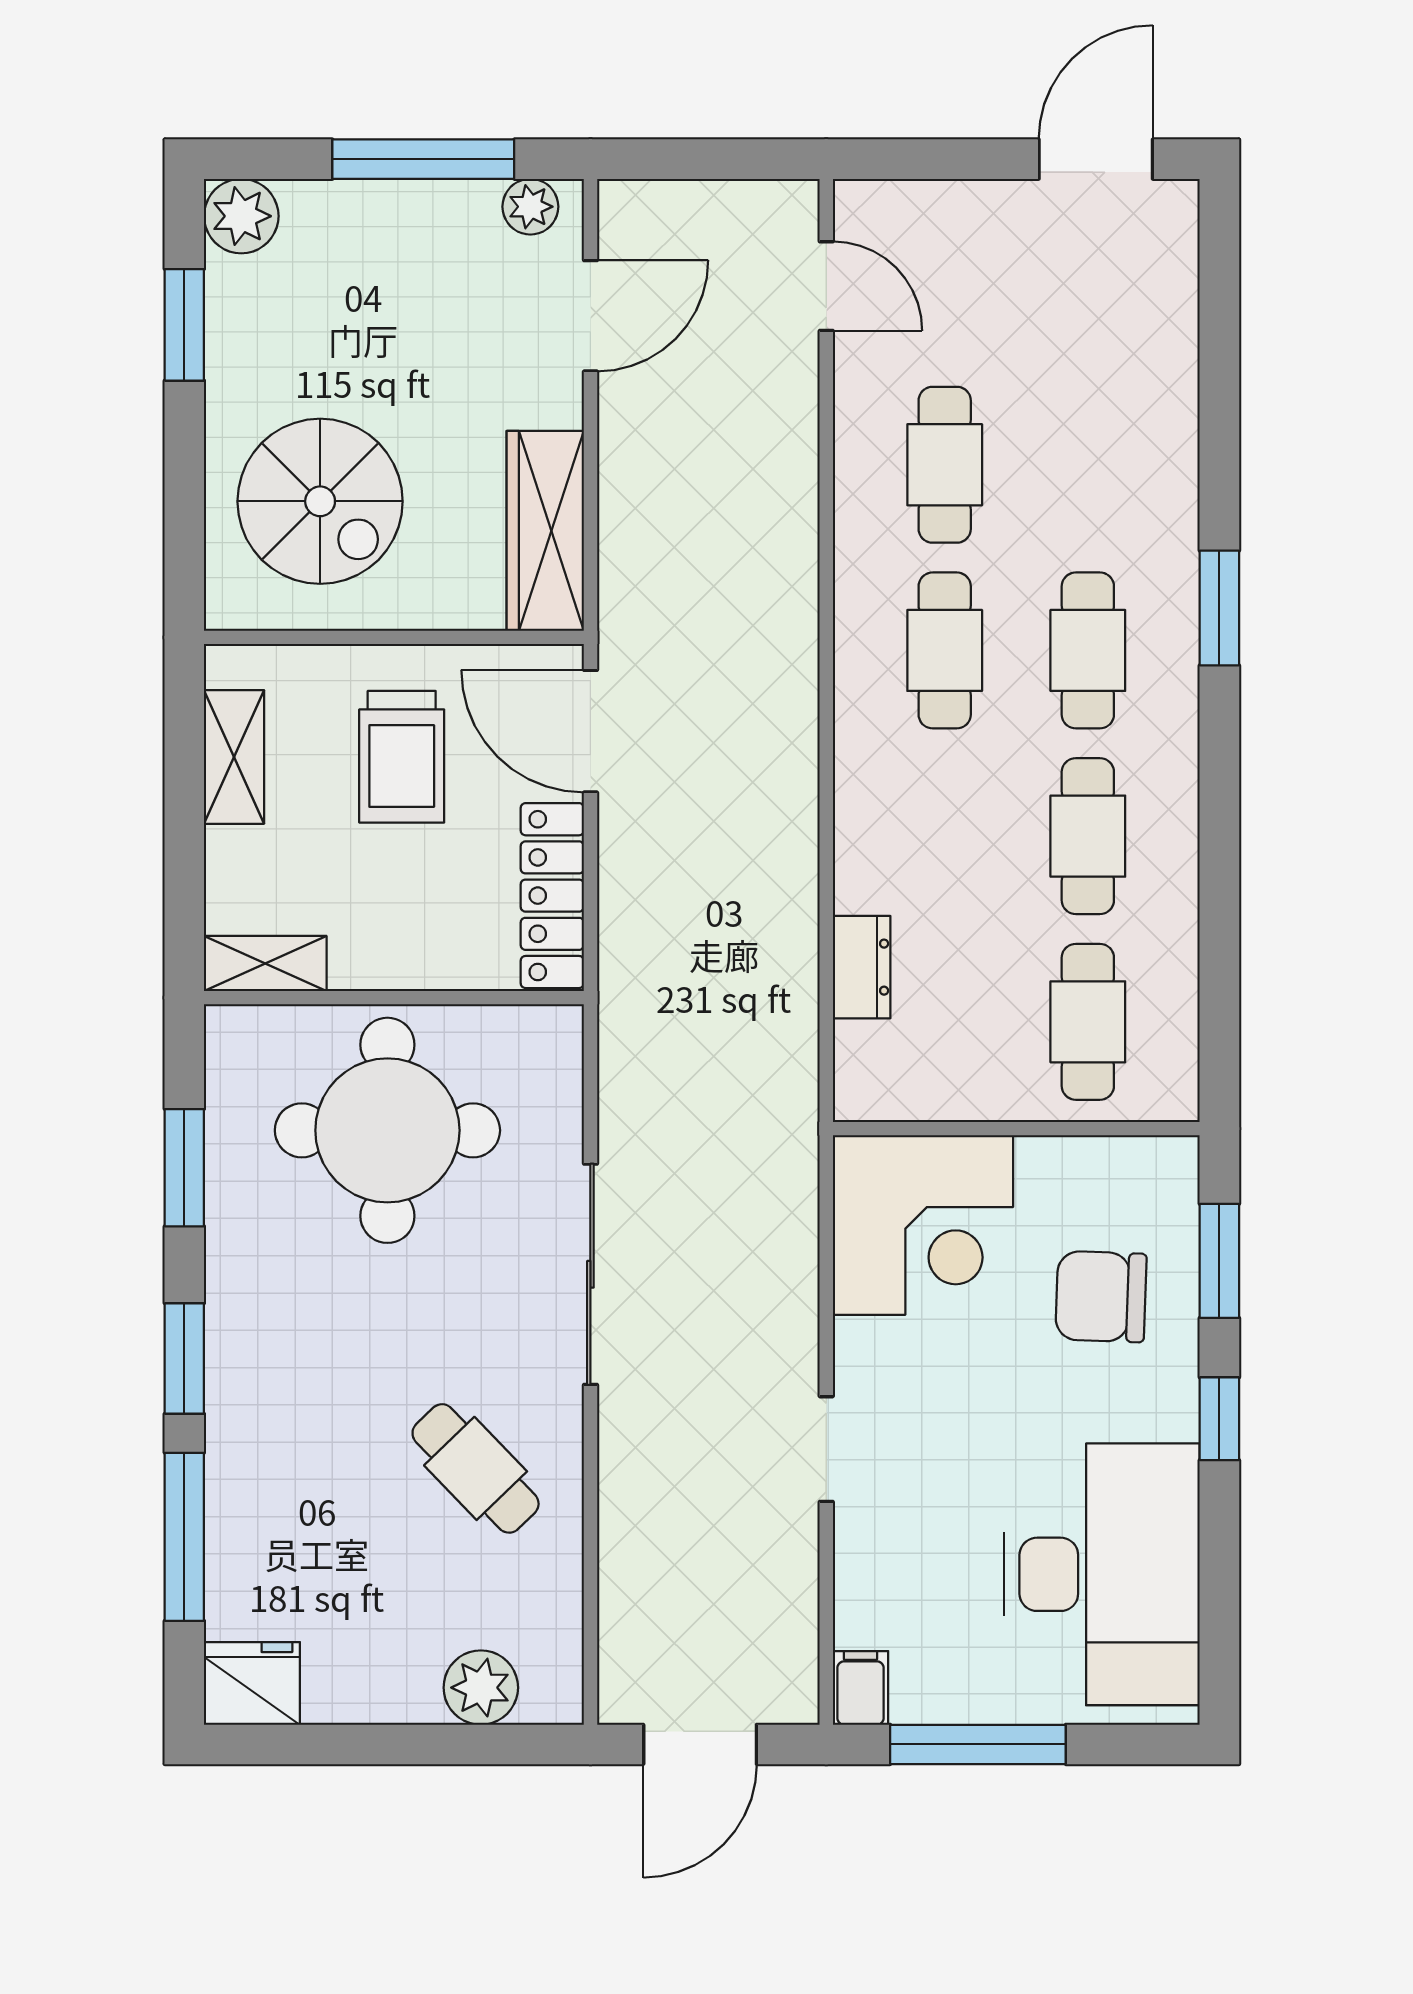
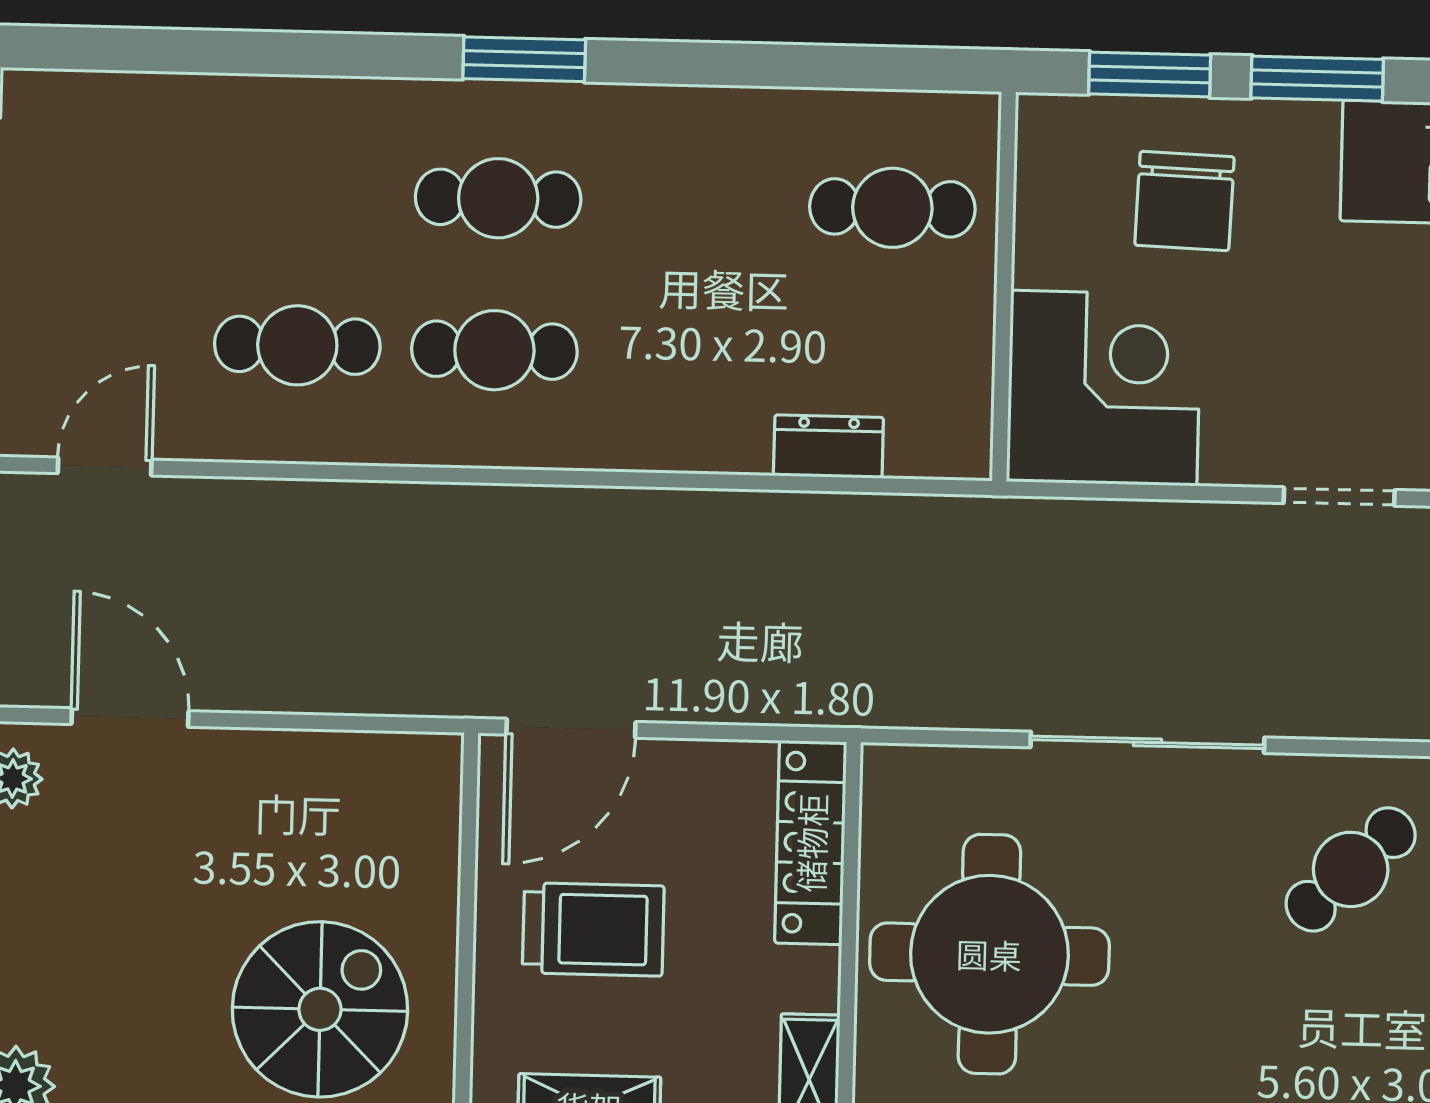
wardrobe: (545, 531) -> (357, 771), removed
window: (1219, 608) -> (524, 59), moved
cafe table: (1088, 836) -> (695, 203), removed
locker: (552, 896) -> (811, 843), moved, turned 90
window: (1219, 1419) -> (1317, 79), width x1.50

